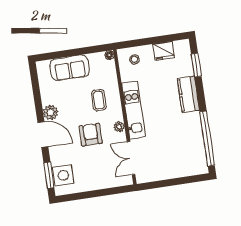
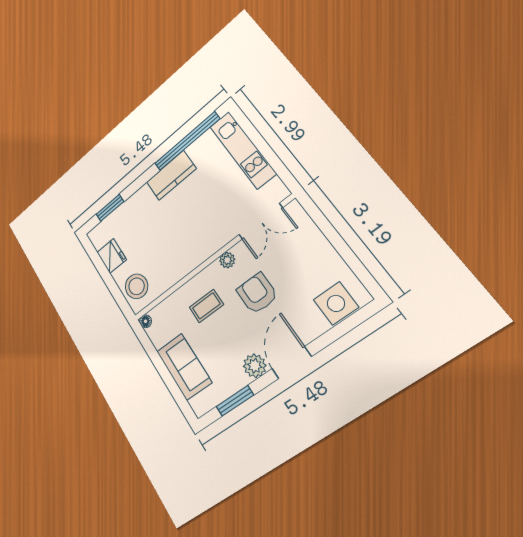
stool: (134, 59) -> (137, 286), width x1.89, depth x1.89
kitchen counter: (188, 94) -> (171, 175), moved
kitchen unit: (134, 110) -> (243, 150), moved, turned -90
armchair: (91, 135) -> (257, 293), turned 90
window: (49, 175) -> (235, 401), moved

